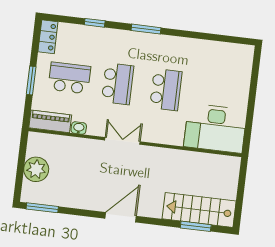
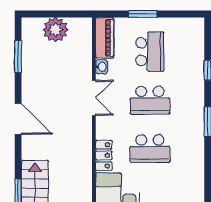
locker: (48, 37) -> (104, 155), moved, turned -90
double door: (122, 141) -> (94, 98), moved
window: (42, 208) -> (18, 57), moved

